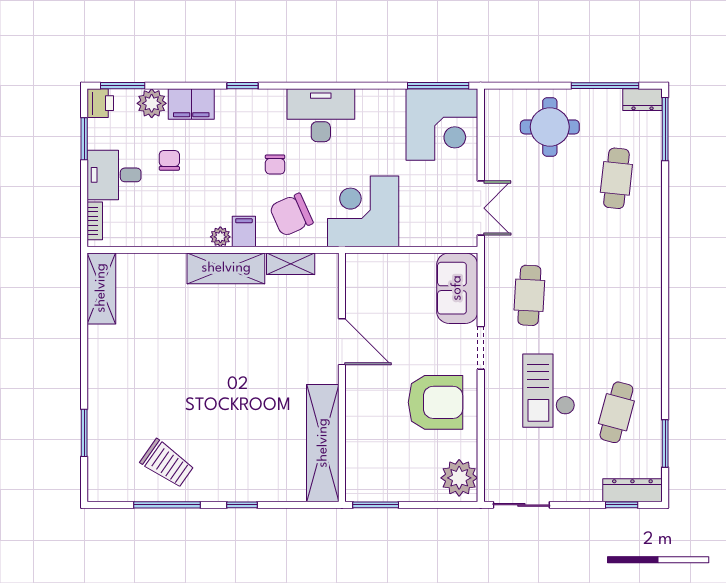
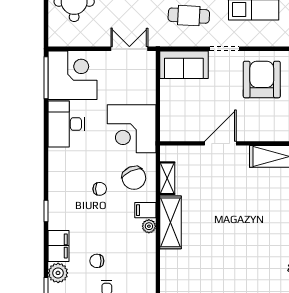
desk: (321, 115) -> (66, 124), moved

